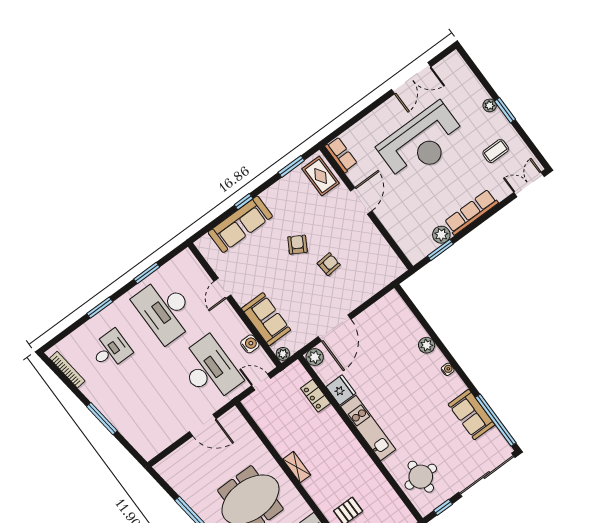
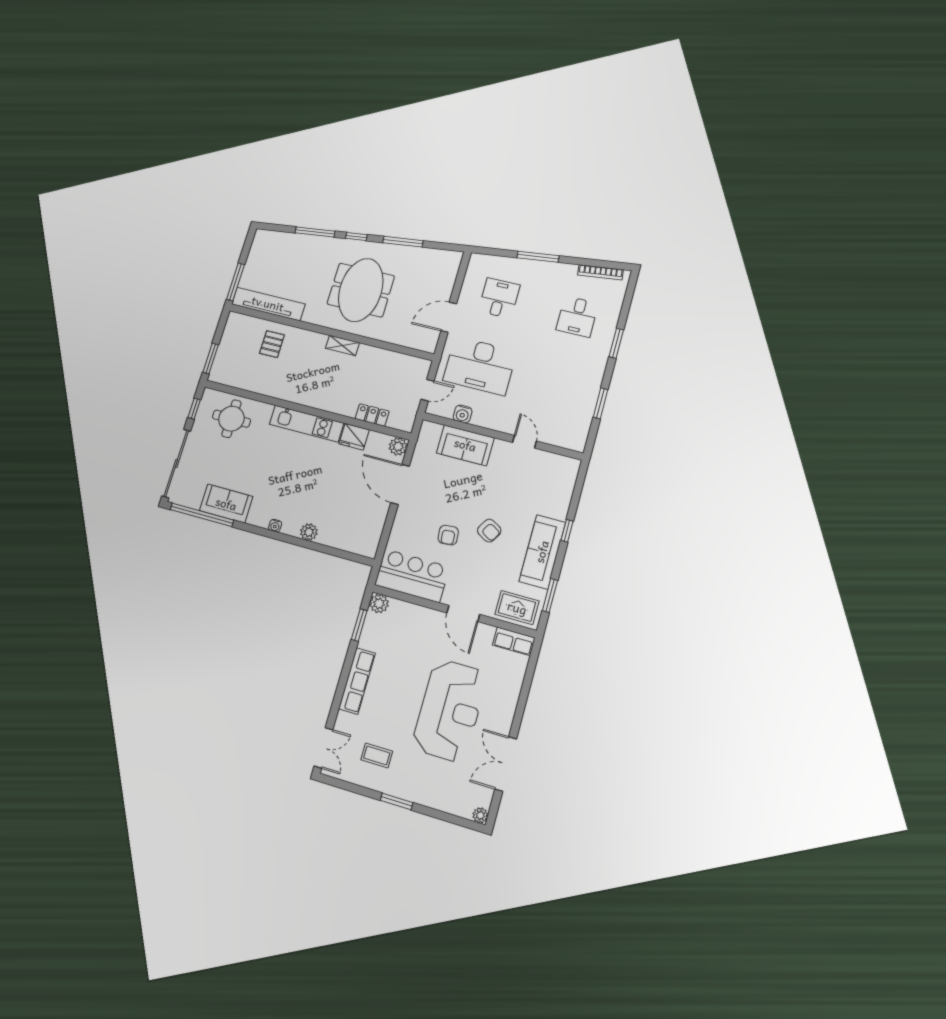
plant: (490, 105) -> (480, 815), moved
reception desk: (422, 143) -> (450, 710), turned 180
coffee table: (496, 151) -> (377, 755), turned 90
sofa: (240, 224) -> (542, 552), moved
plant: (441, 235) -> (379, 604), moved
bar counter: (377, 255) -> (412, 576), added
desk: (165, 310) -> (499, 298), moved, width x0.53, depth x0.77
plant: (283, 354) -> (428, 428), removed

